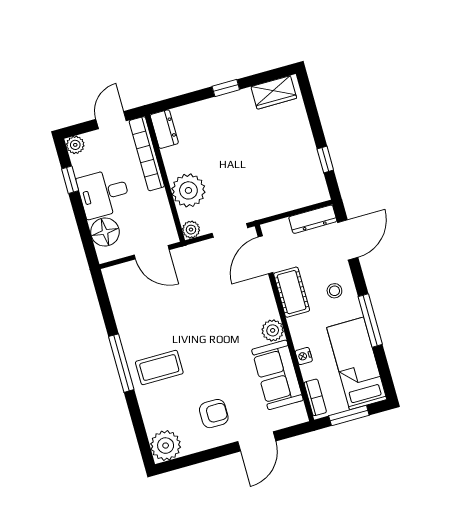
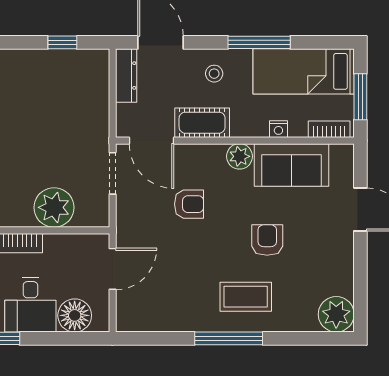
plant: (191, 230) -> (99, 217), removed
armchair: (222, 300) -> (189, 204), added
coffee table: (159, 368) -> (246, 297), turned 90
armchair: (214, 414) -> (267, 240), moved

